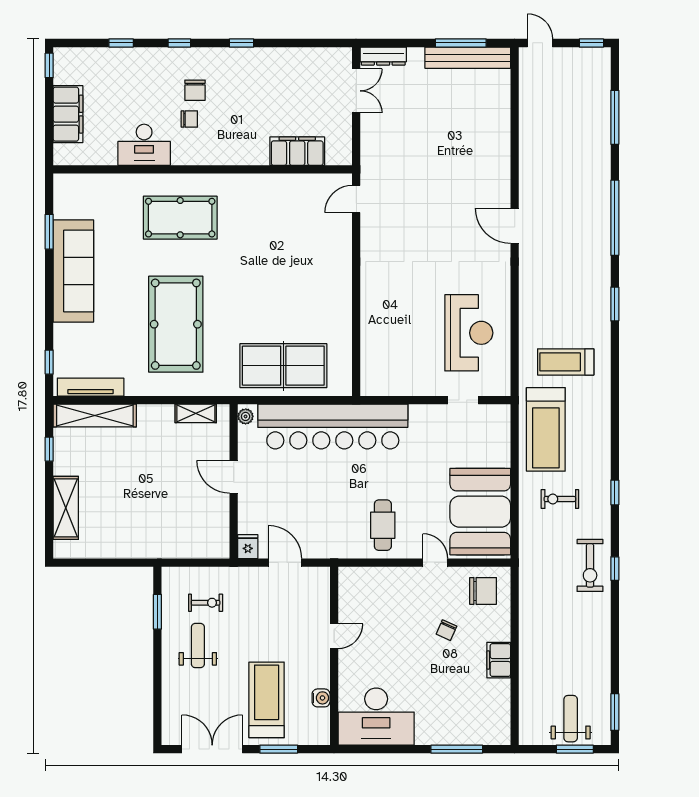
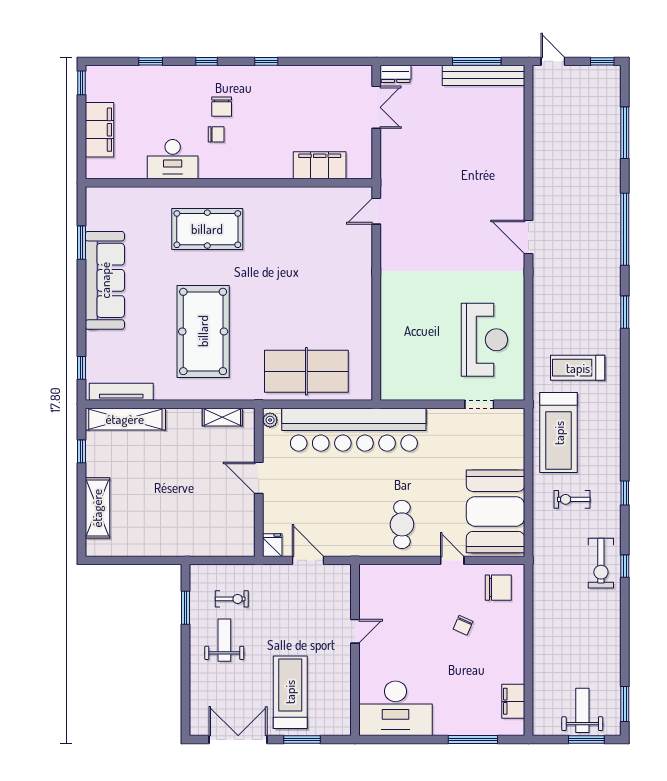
dresser: (383, 56) -> (396, 74), width x0.70
filing cabinet: (499, 660) -> (513, 701), moved
water cooler: (321, 698) -> (343, 690), removed

